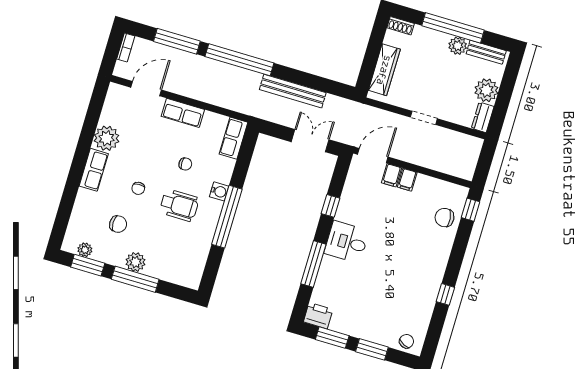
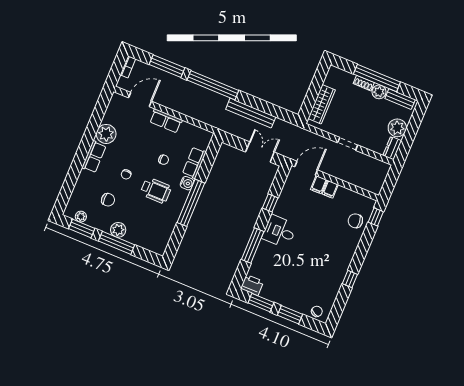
shoe rack: (401, 26) -> (364, 83), moved
row of seats: (233, 138) -> (194, 163), moved

